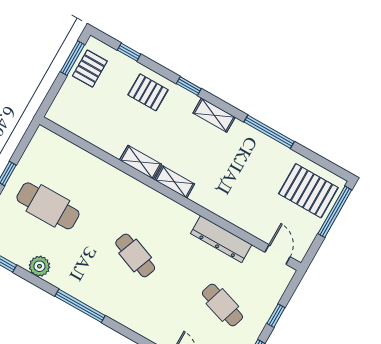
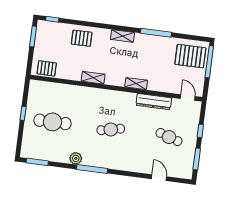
window: (129, 52) -> (52, 19), moved
pallet: (90, 69) -> (47, 68), moved, turned 90
window: (189, 86) -> (102, 26), removed
shelving: (175, 182) -> (136, 84), moved
cafe table: (135, 255) -> (111, 129), turned -33
plant: (39, 266) -> (76, 158), moved

